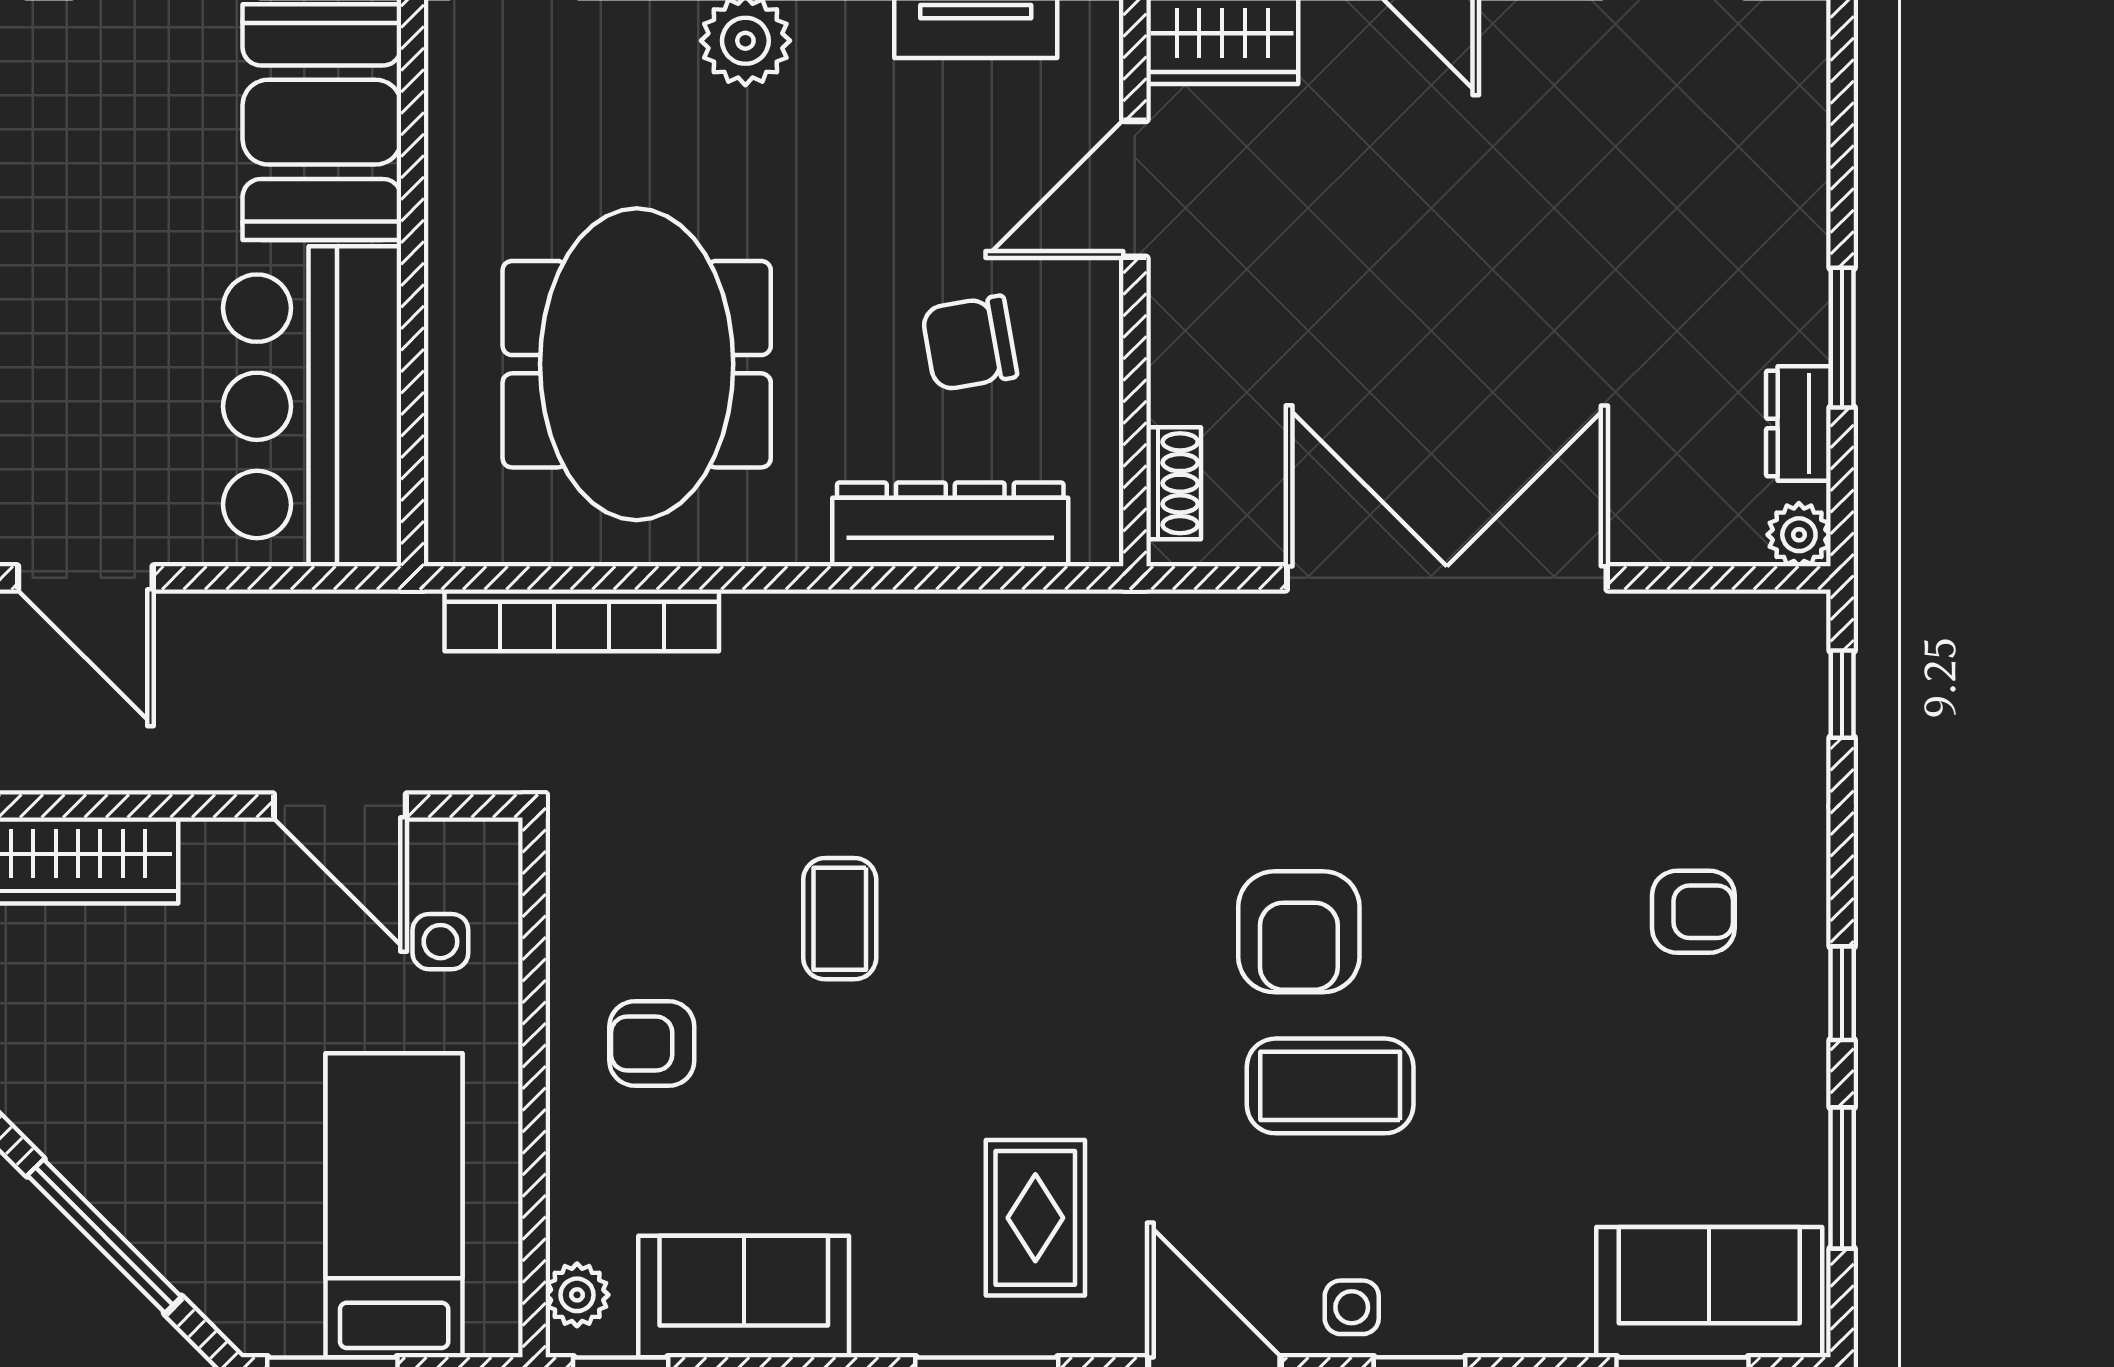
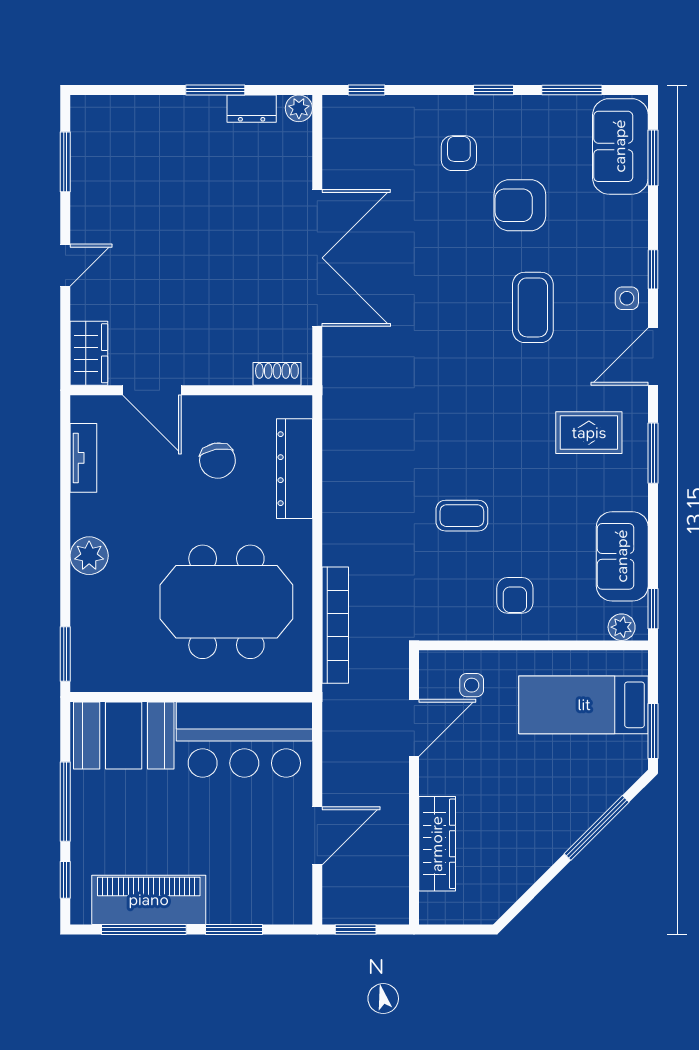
double door: (1447, 578) -> (317, 258), swing flipped
armchair: (1299, 932) -> (520, 205), moved, turned 180

